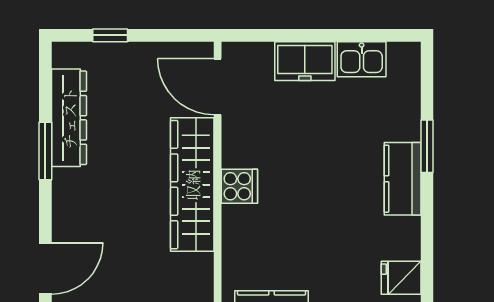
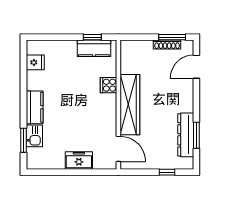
kitchen sink: (362, 59) -> (34, 136), moved, turned 90
window: (427, 146) -> (24, 140), moved
window: (45, 151) -> (196, 135), moved
cooker: (239, 186) -> (108, 85), moved

